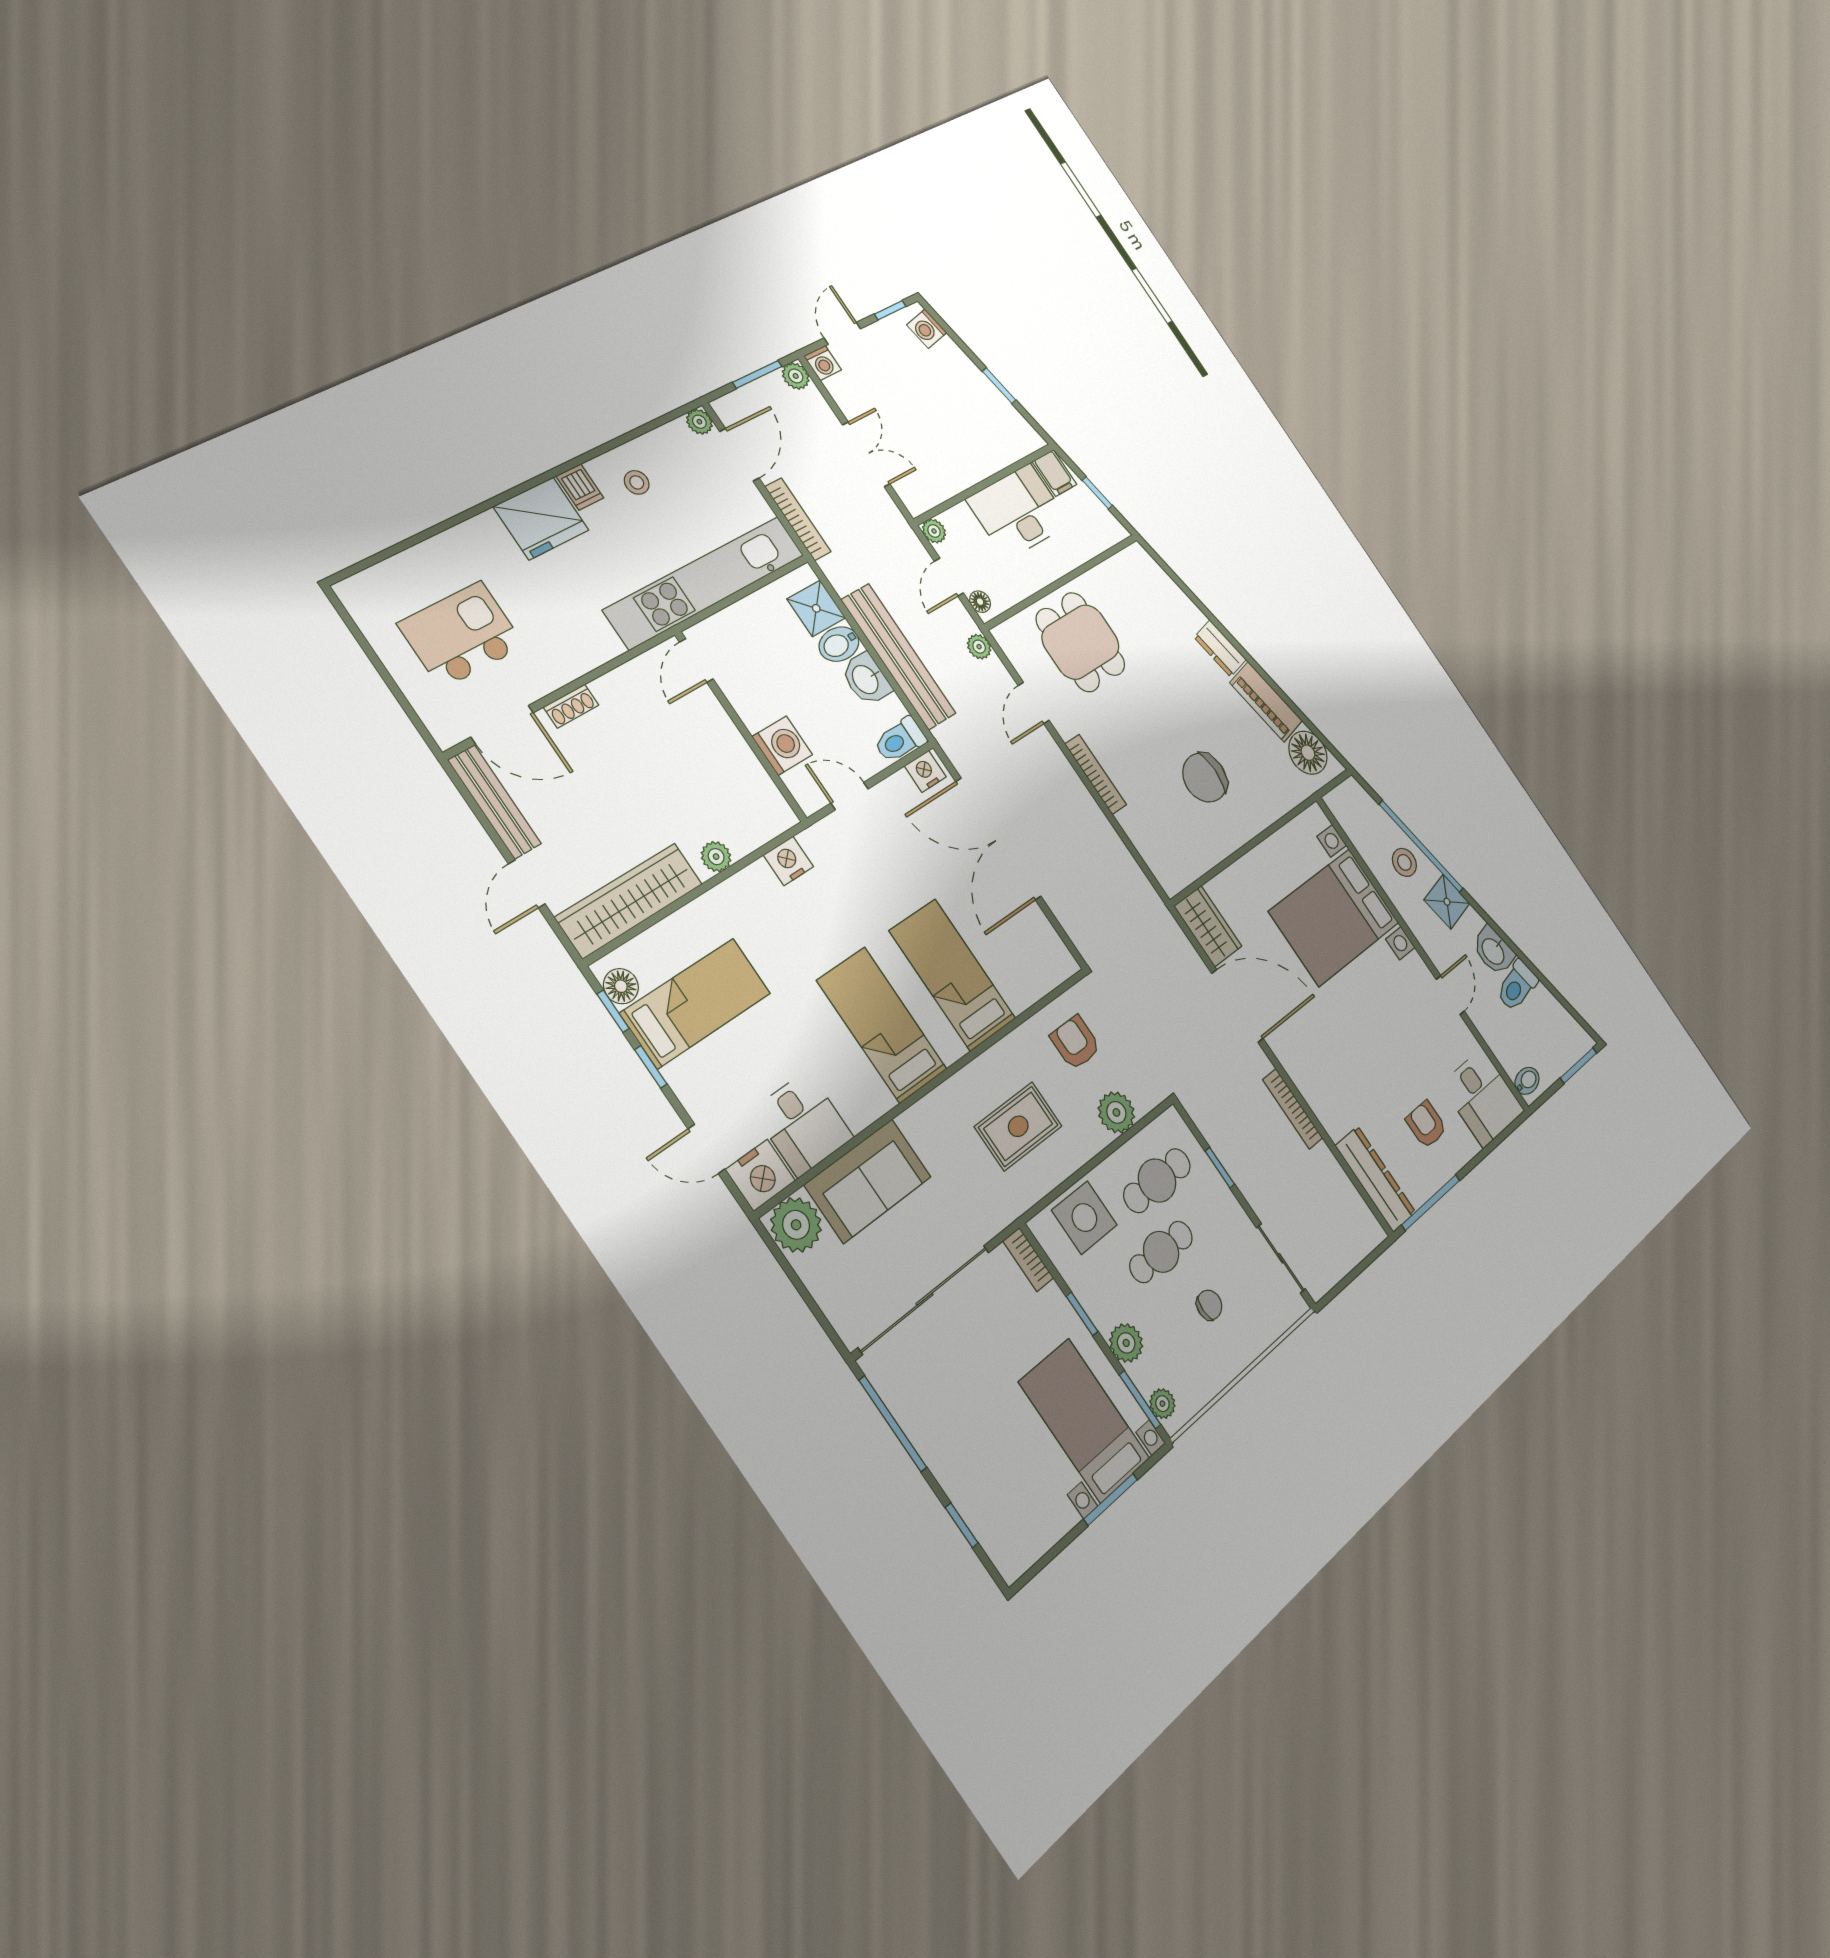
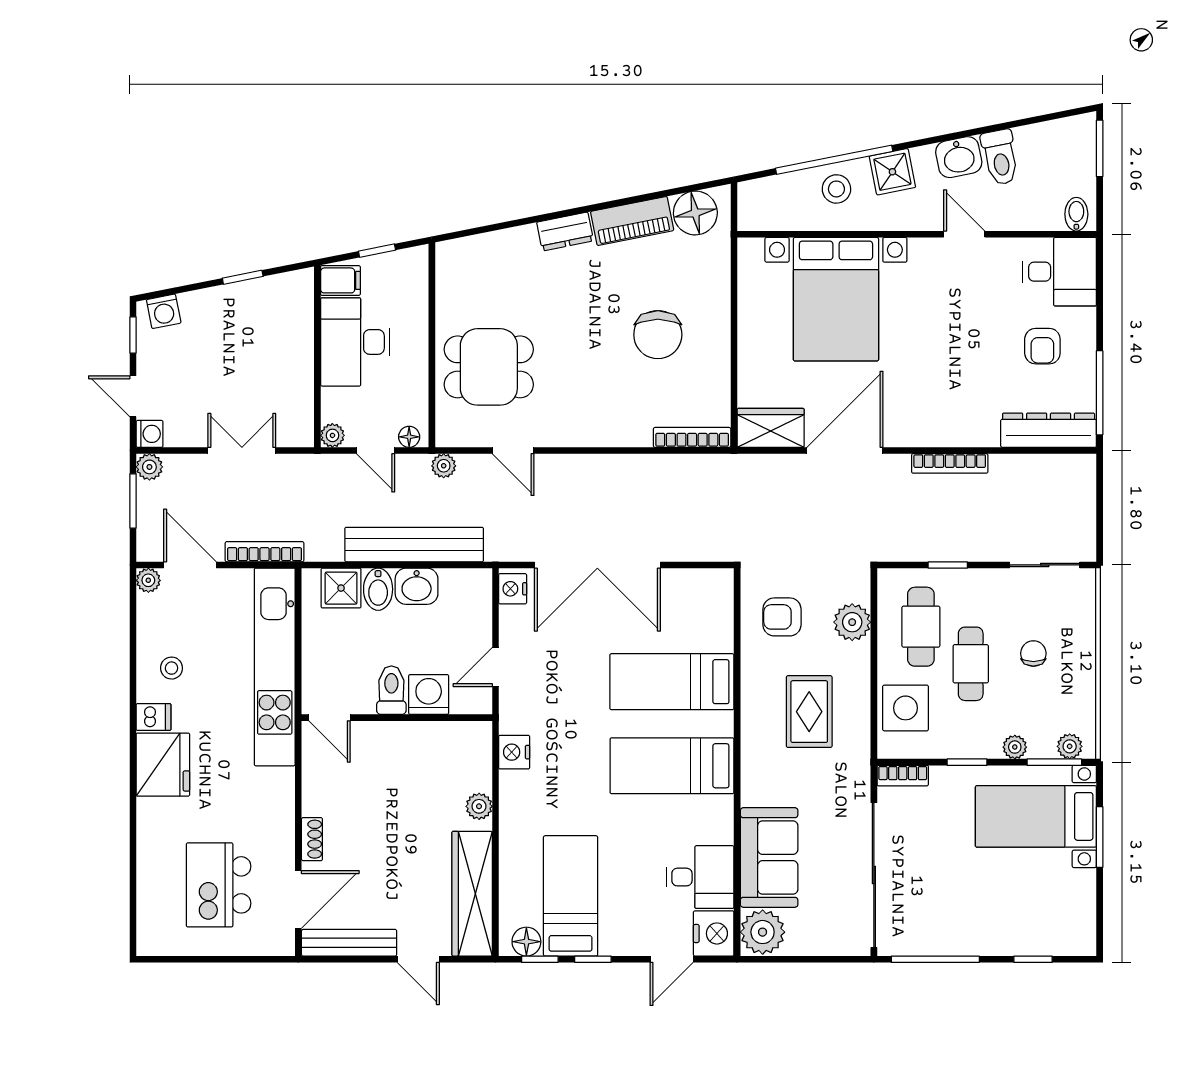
toilet: (900, 740) -> (391, 690), moved, turned 180
bookcase: (1096, 774) -> (692, 437), moved
armchair: (1426, 1124) -> (1042, 346), turned -90
plant: (1126, 1343) -> (1015, 747), width x0.73, depth x0.73

